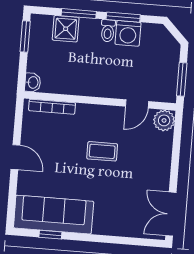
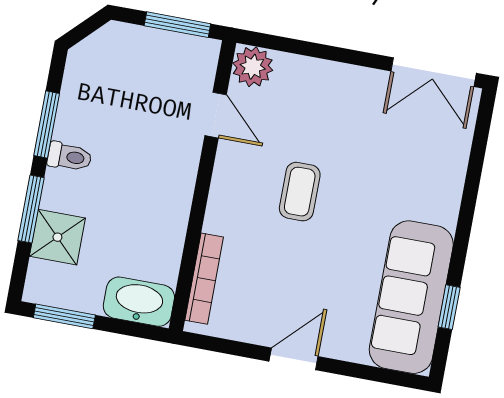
washing machine: (128, 33) -> (79, 119), removed
washbasin: (33, 82) -> (139, 302), width x1.91, depth x1.45

